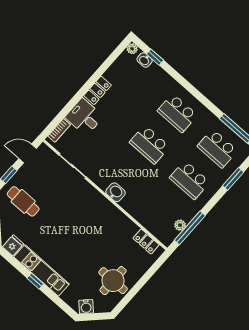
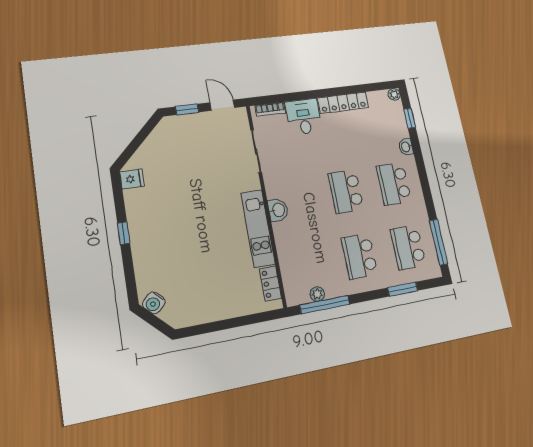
washbasin: (145, 60) -> (406, 147), moved
locker: (98, 90) -> (343, 103), width x1.53
cafe table: (23, 201) -> (180, 145), removed
kitchen unit: (41, 270) -> (258, 228), moved, turned 180
round table: (113, 281) -> (205, 297), removed

